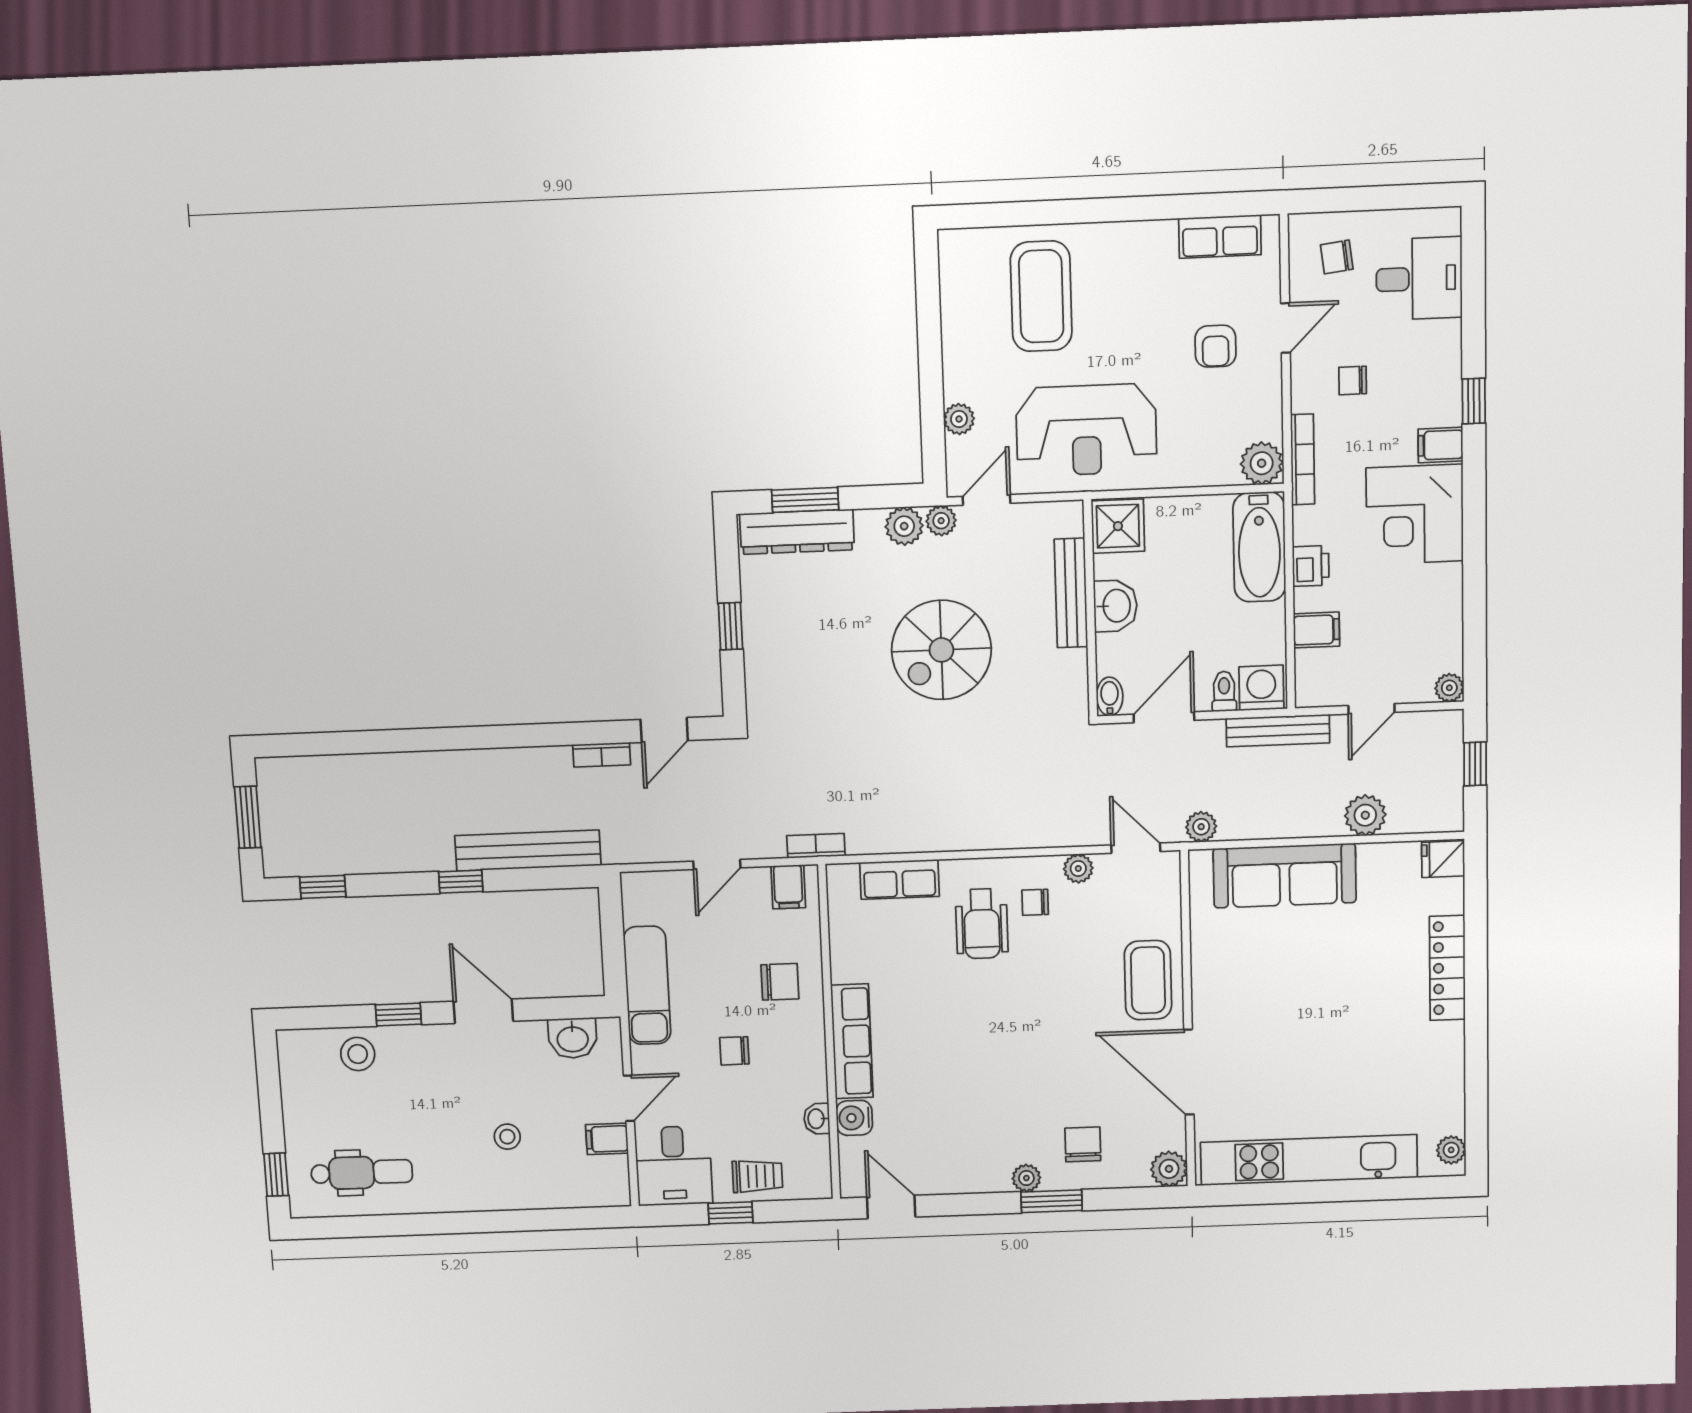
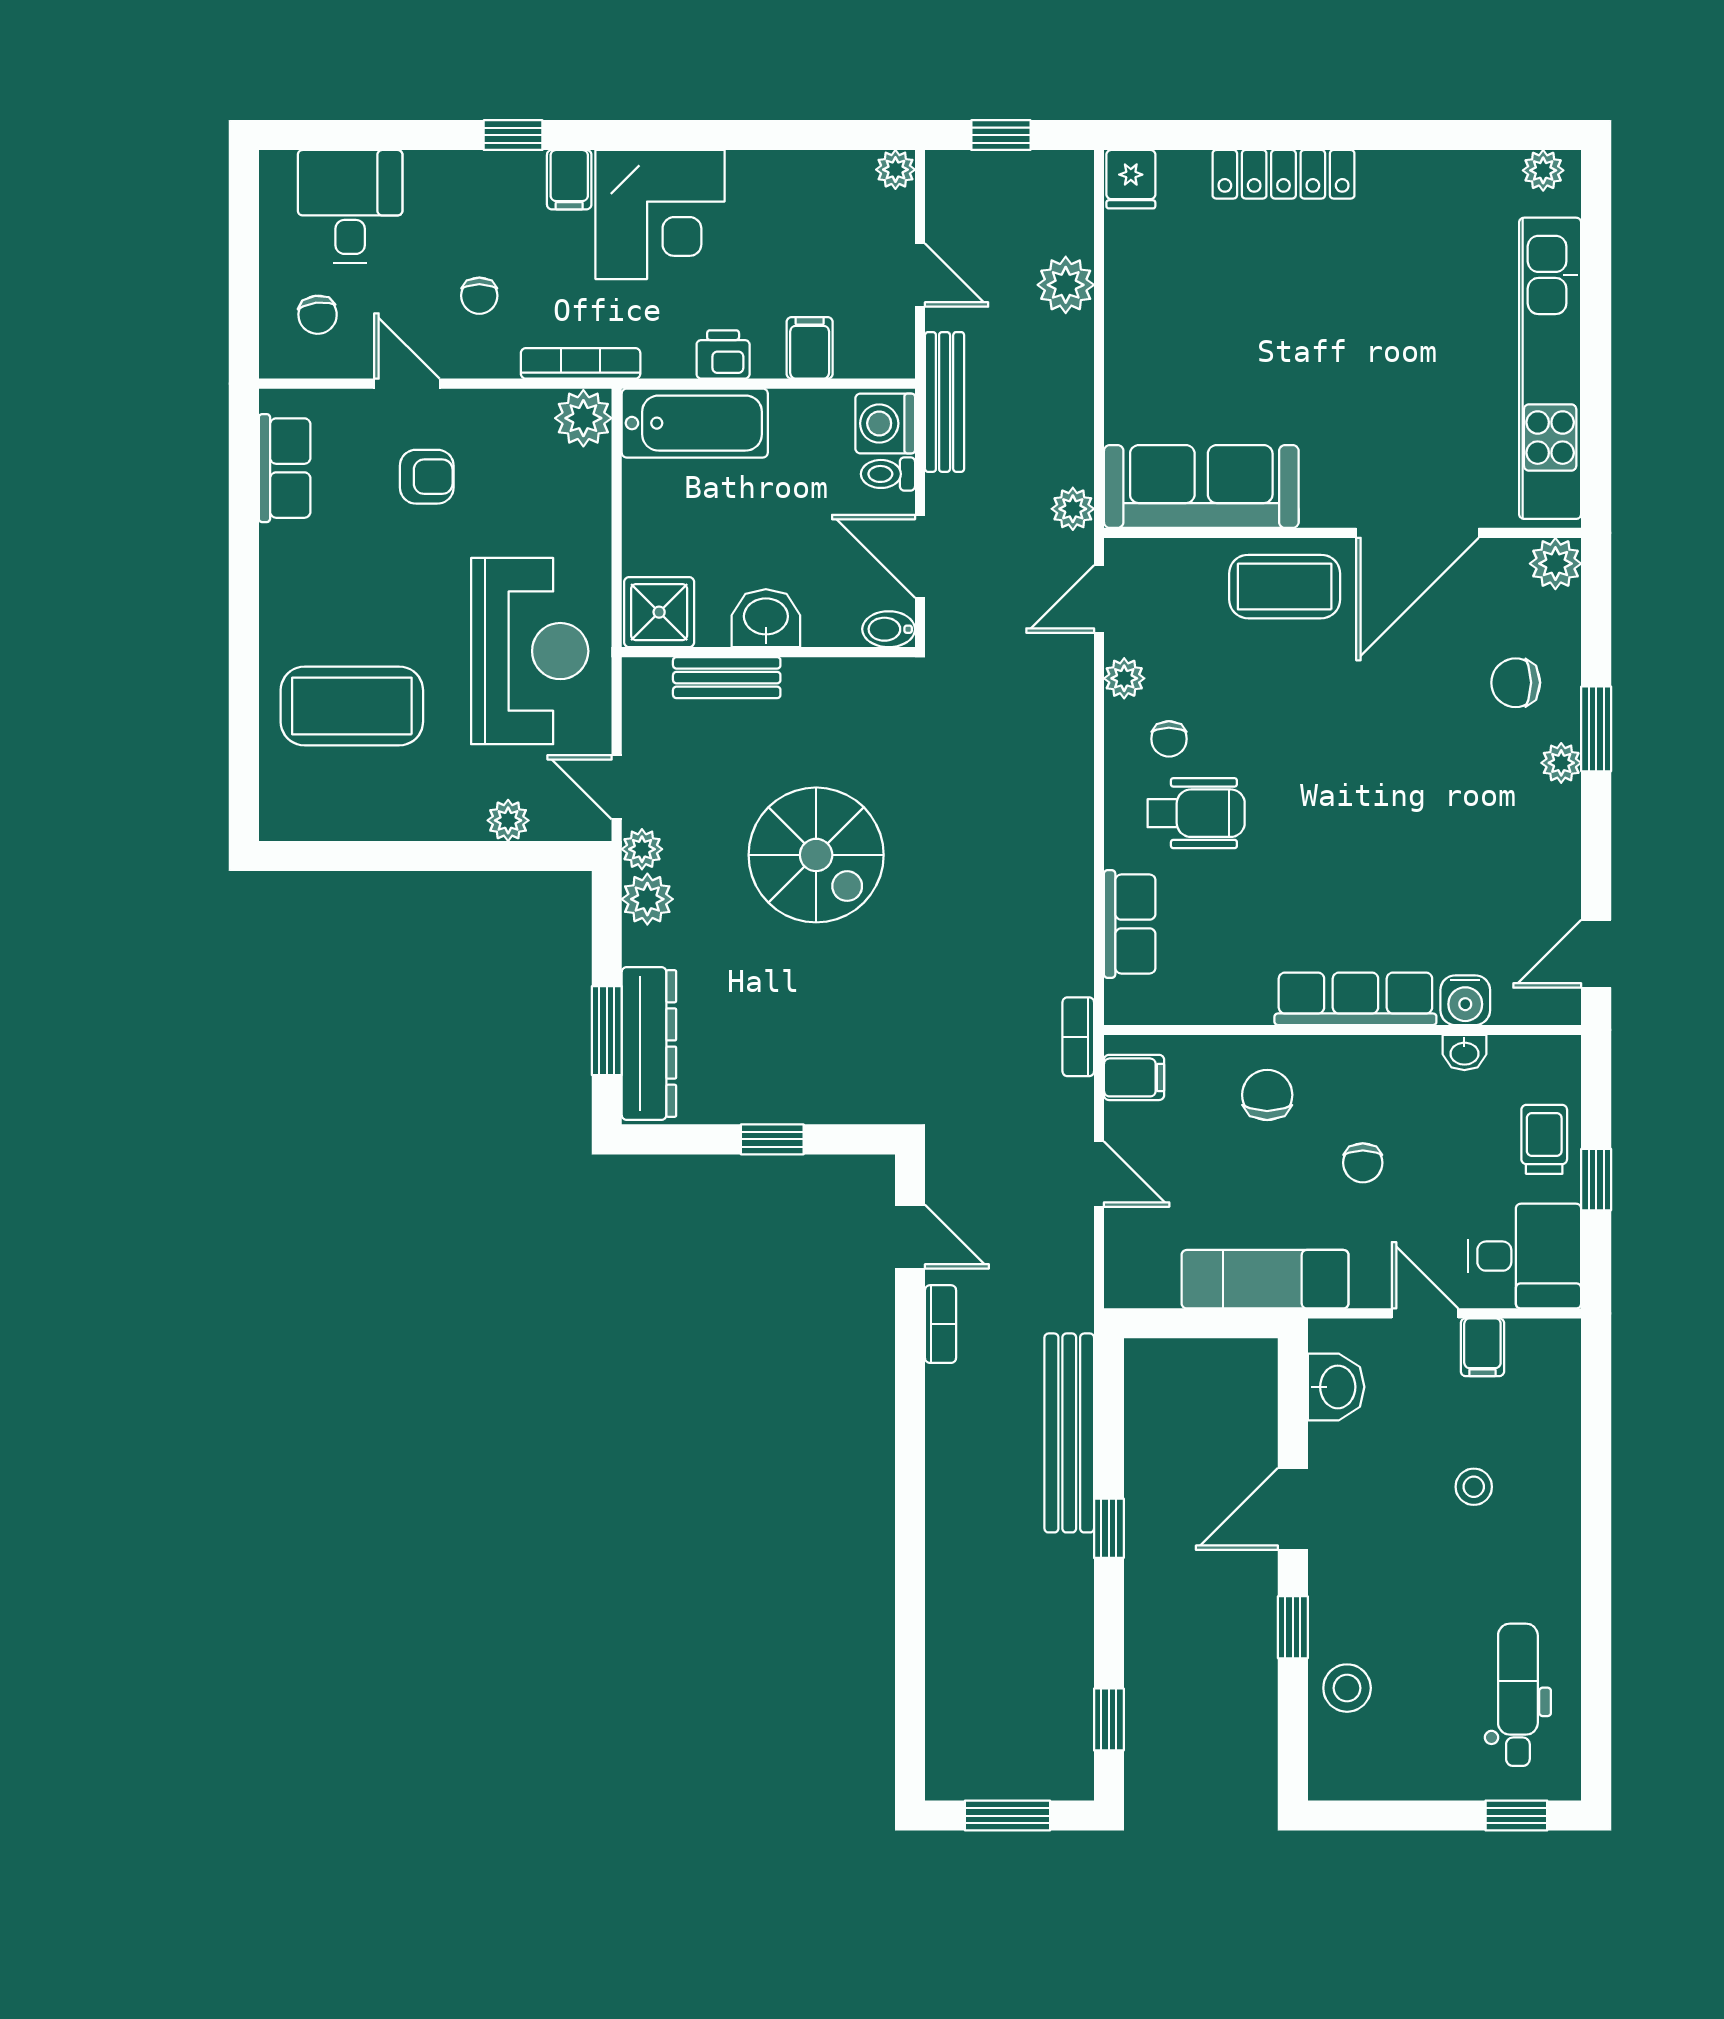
bench: (1071, 593) -> (727, 678), width x0.73
sofa: (1285, 876) -> (1201, 486), moved, turned -90

